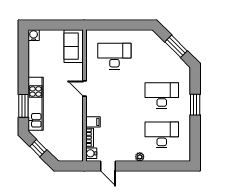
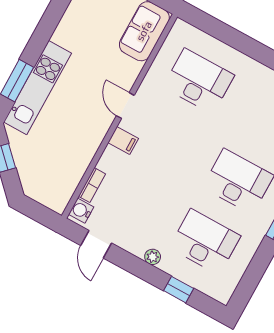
filing cabinet: (93, 122) -> (123, 140), moved
window: (162, 166) -> (179, 290), added

